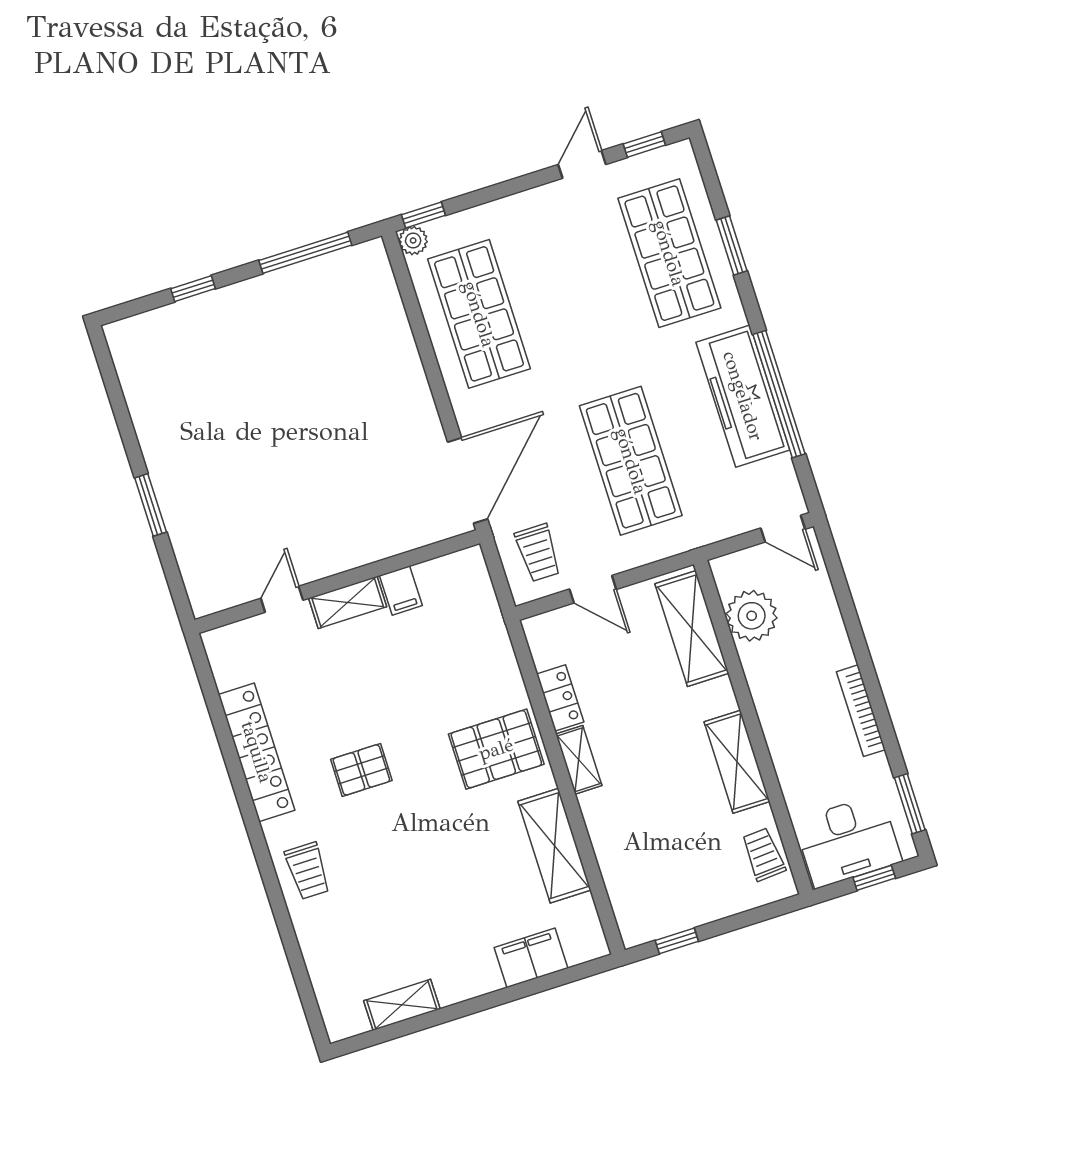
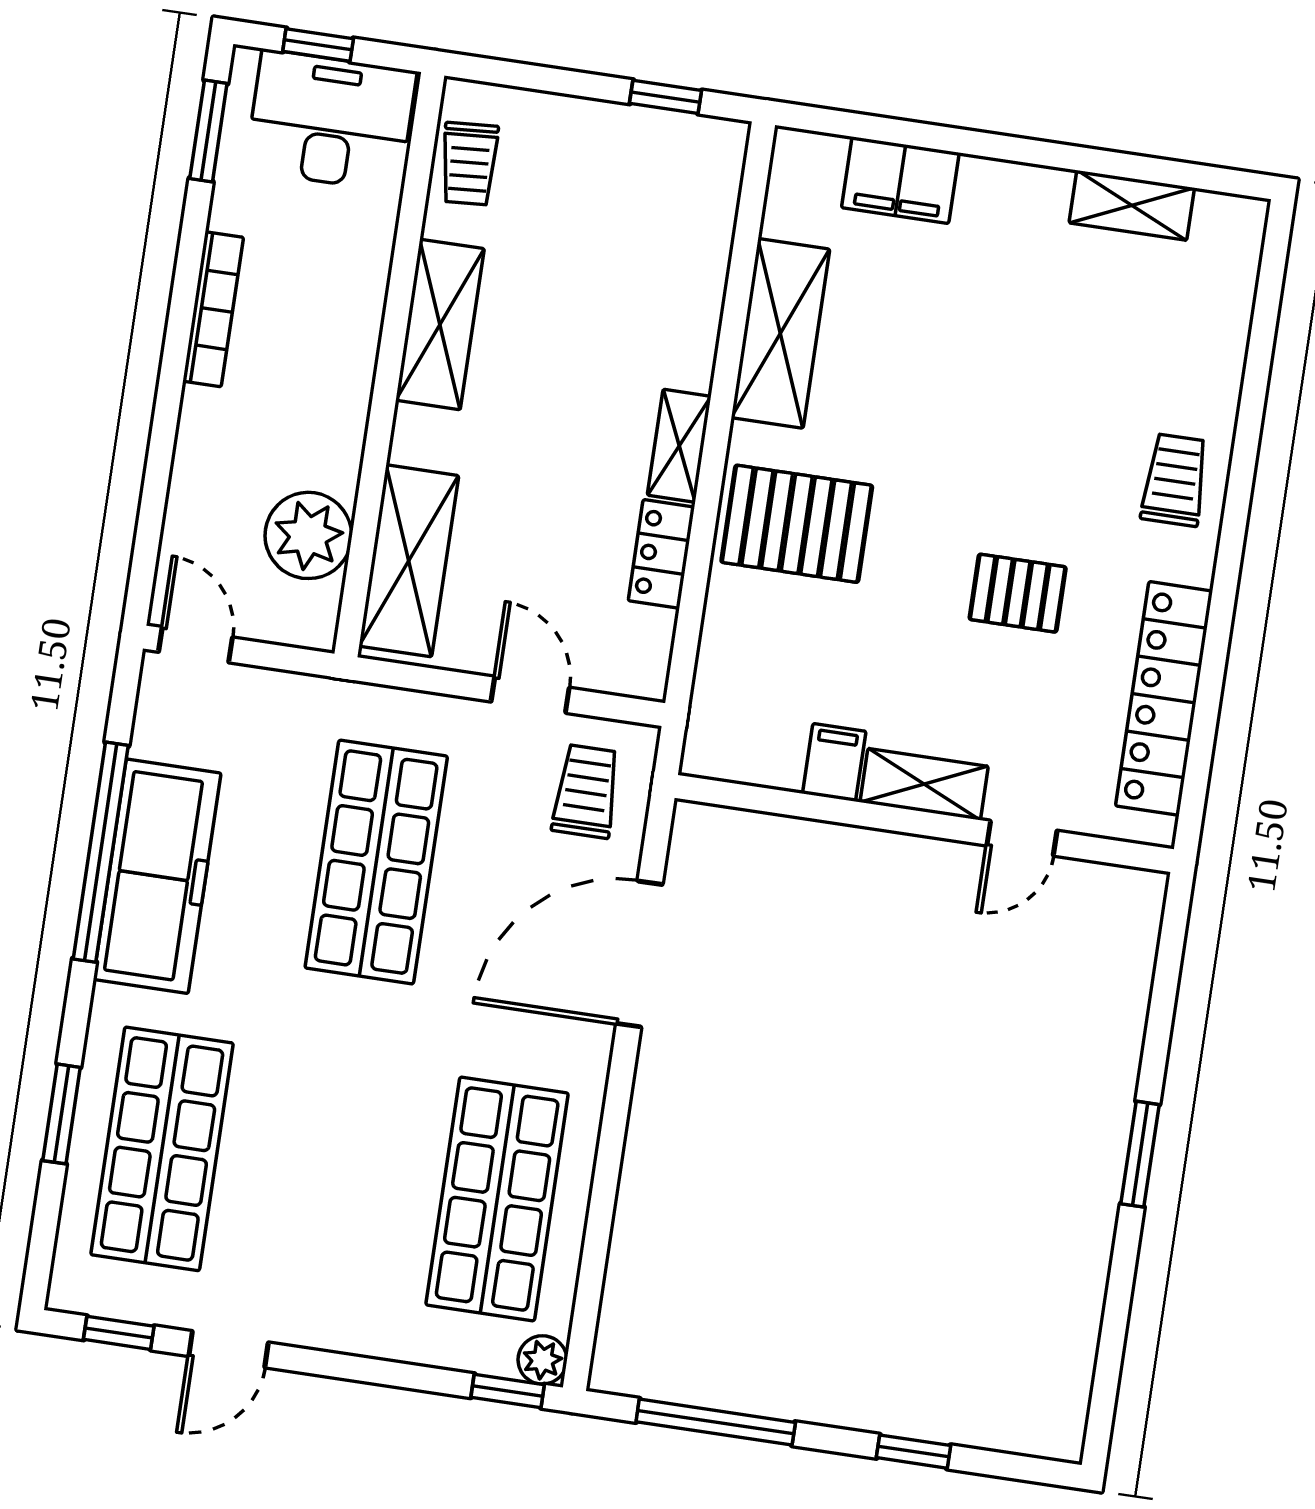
wall: (337, 582) -> (924, 824), moved
filing cabinet: (401, 591) -> (834, 762), moved
door: (282, 599) -> (1022, 838), moved
shelving: (348, 602) -> (924, 784), moved

